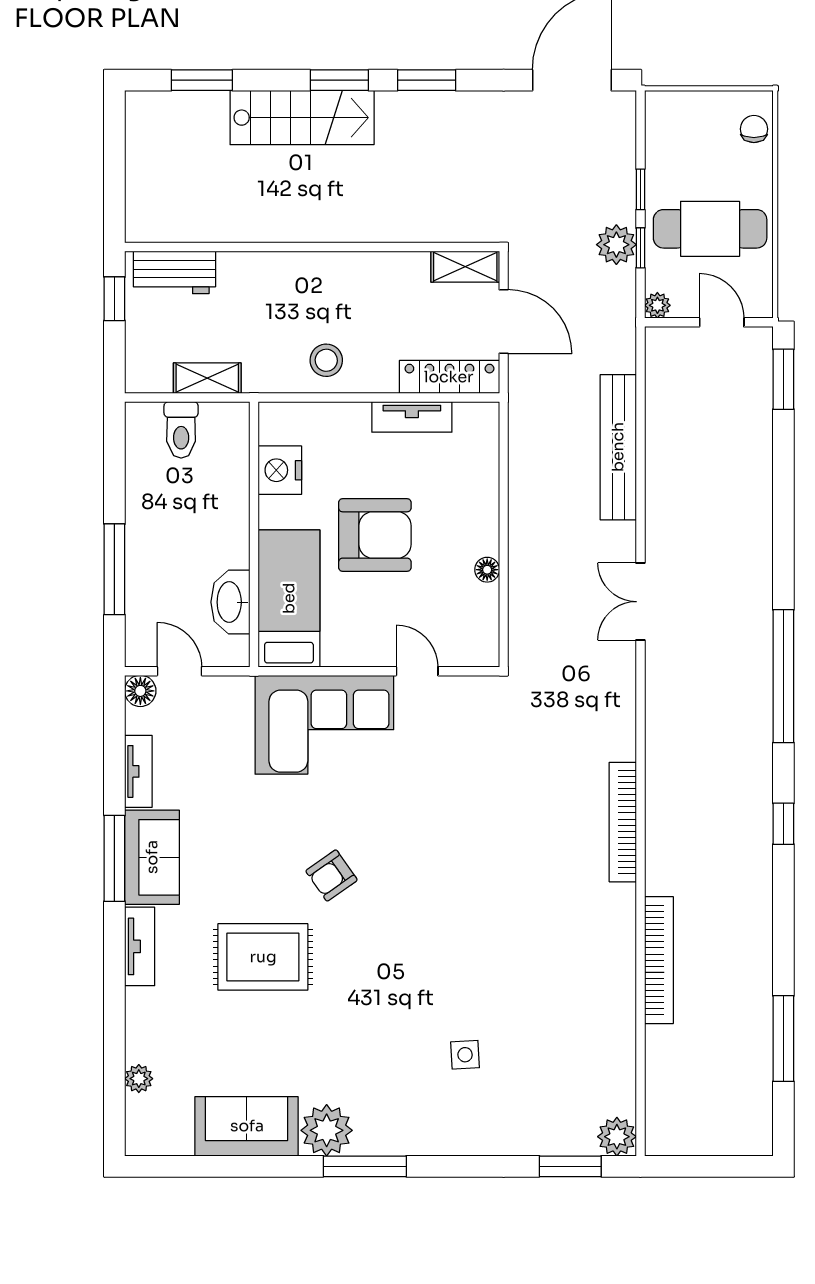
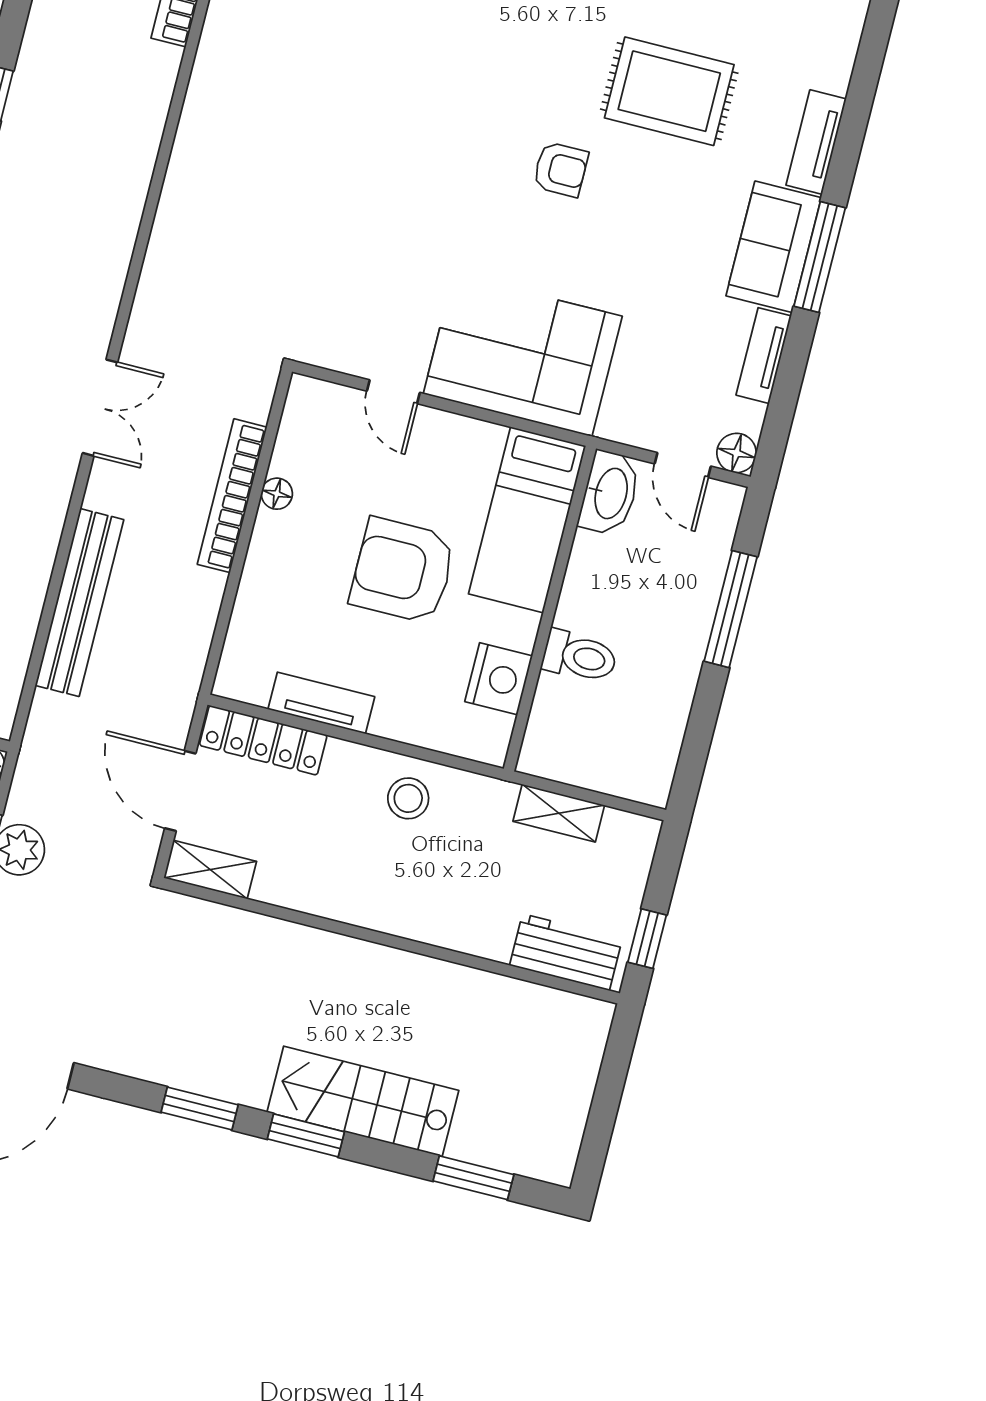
toilet: (181, 430) -> (580, 657), moved, turned 90
washbasin: (230, 602) -> (610, 493), moved
bookcase: (623, 822) -> (232, 496), moved, turned 180
armchair: (332, 875) -> (561, 169), turned 35

